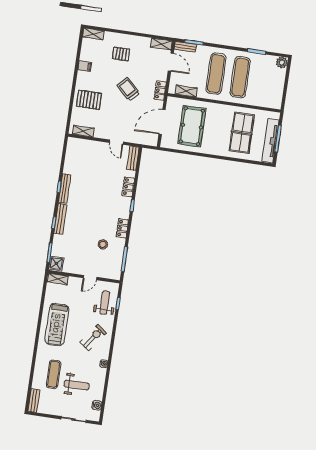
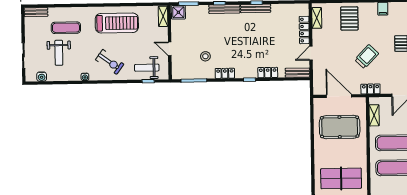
locker: (93, 145) -> (304, 30), added
weight bench: (105, 303) -> (147, 68), turned 180
treadmill: (57, 325) -> (117, 23), turned 180

